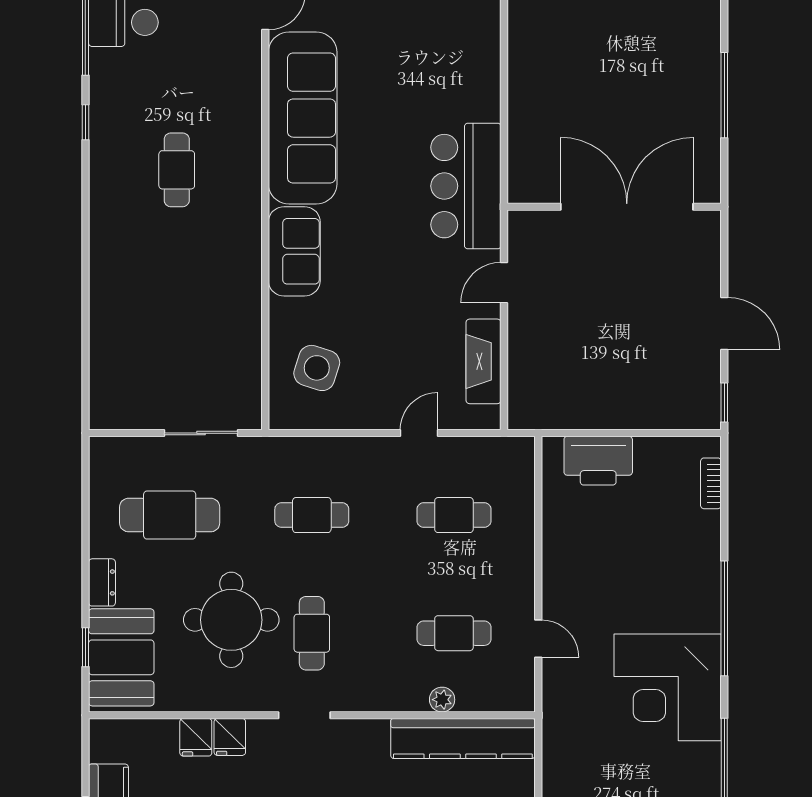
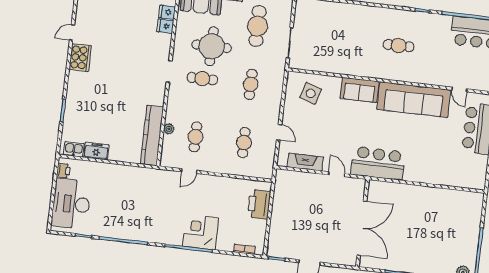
corner desk: (668, 687) -> (201, 232), moved, width x0.74, depth x0.74
fridge: (230, 737) -> (167, 12), moved

